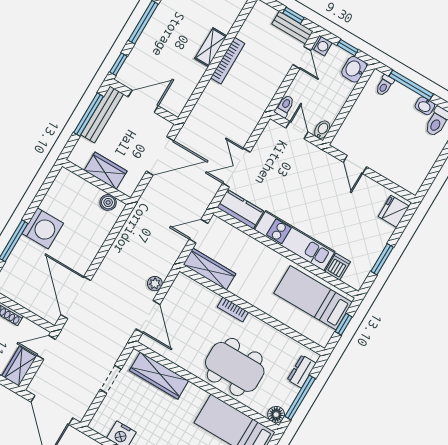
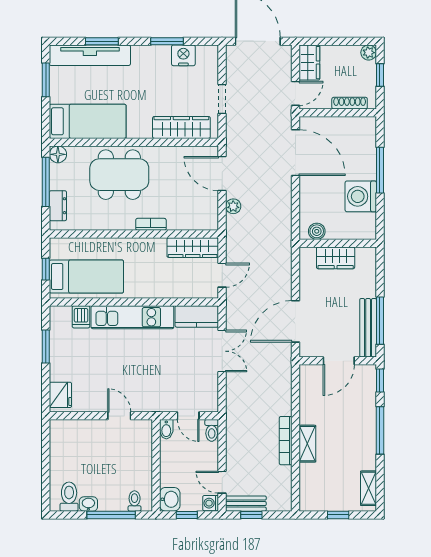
wardrobe: (106, 171) -> (336, 258), moved
wall: (96, 182) -> (338, 243), moved
boiler: (108, 202) -> (317, 231), moved

